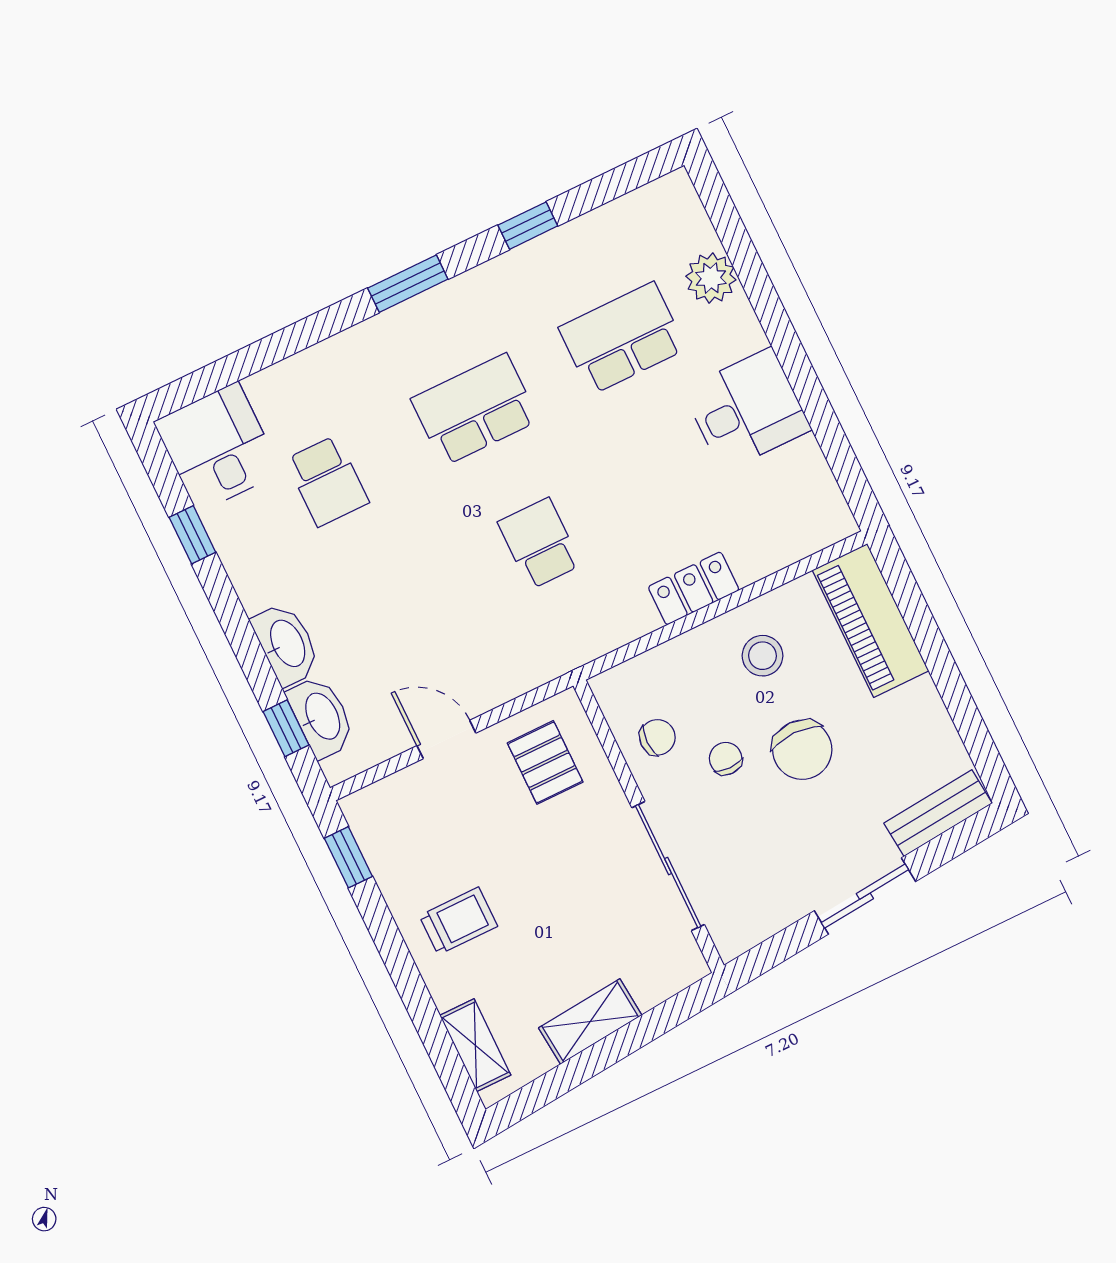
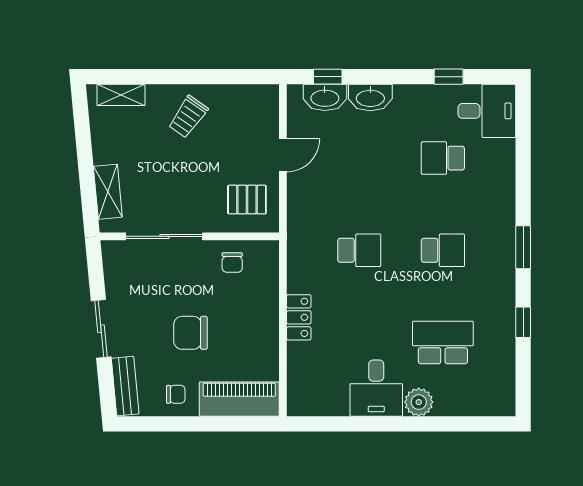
plant: (711, 278) -> (419, 402), moved
school desk: (622, 338) -> (443, 343), turned -90
school desk: (475, 410) -> (443, 250), width x0.54
stool: (762, 656) -> (248, 336), removed
chair: (726, 759) -> (176, 394), moved
window: (348, 857) -> (247, 77), removed
trolley: (458, 921) -> (188, 117), turned 35
shelving: (590, 1022) -> (108, 192), moved

